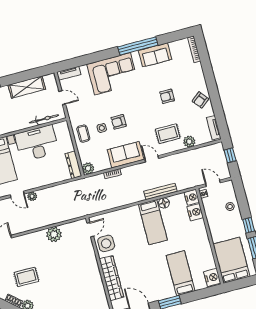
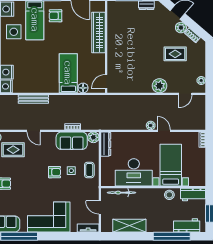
sofa: (126, 155) -> (72, 141), moved
floor lamp: (164, 203) -> (83, 88), moved
bed: (153, 222) -> (68, 73), moved
plant: (54, 234) -> (159, 86), moved
side table: (106, 243) -> (14, 32), moved
armchair: (160, 284) -> (56, 16), added

